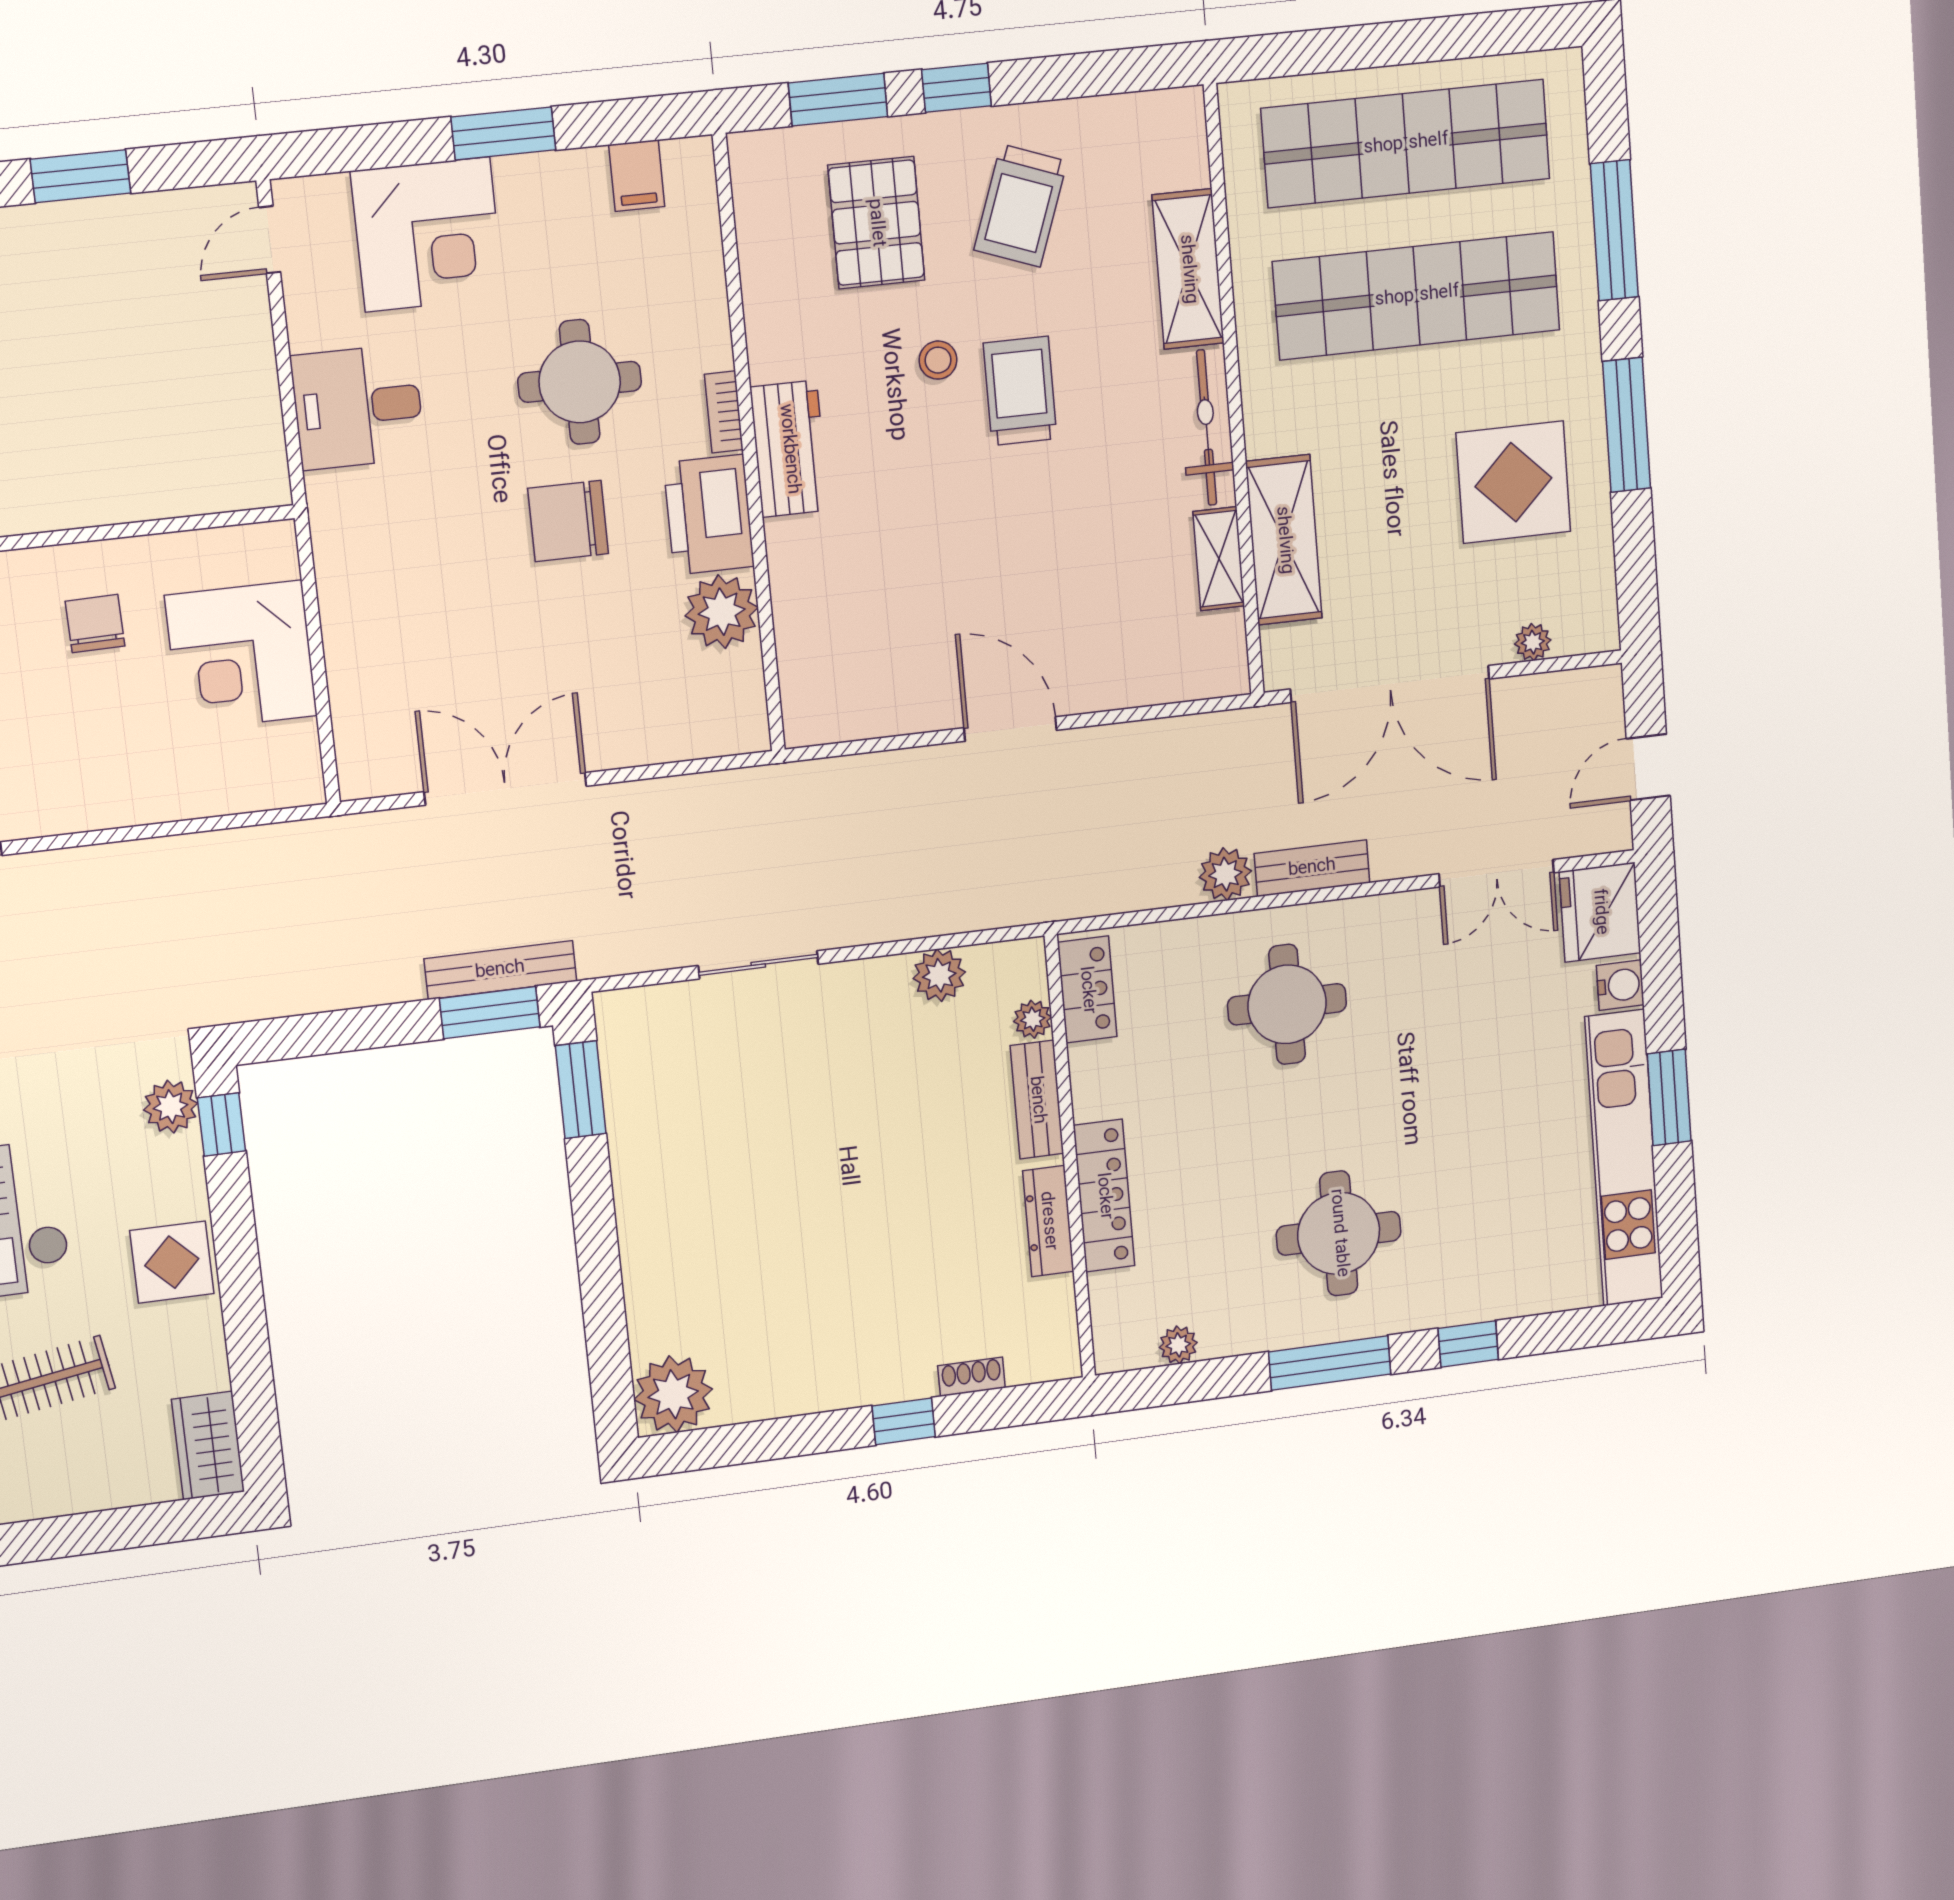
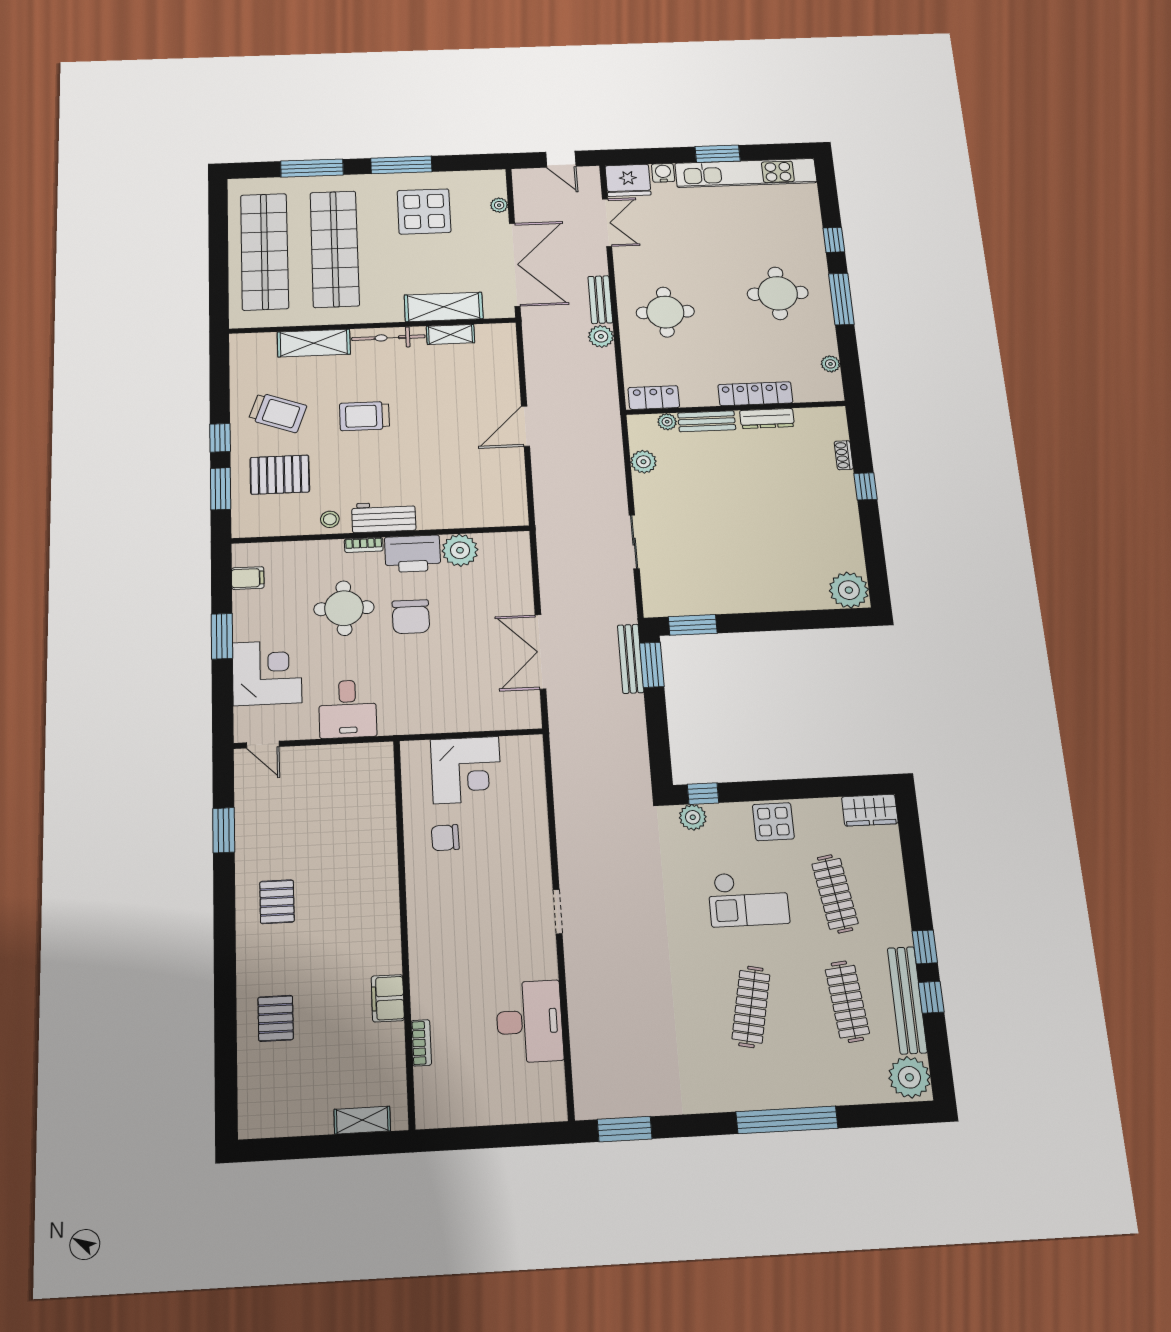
stool: (938, 360) -> (330, 519), moved

